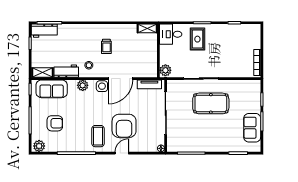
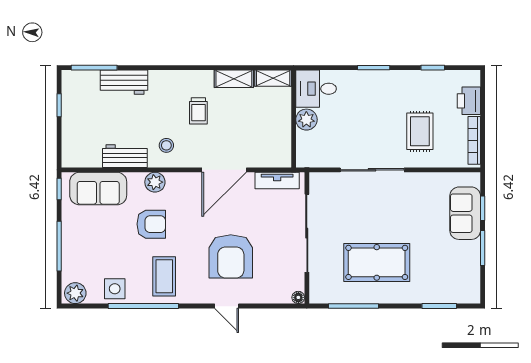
workbench: (44, 31) -> (124, 82), moved
rug: (197, 39) -> (420, 131), moved
printer: (254, 41) -> (469, 101), added
plant: (165, 70) -> (306, 120), moved
shelving: (42, 73) -> (234, 79), moved
side table: (102, 86) -> (115, 289), moved
pool table: (211, 103) -> (377, 262), moved
armchair: (55, 123) -> (151, 224), moved
sofa: (252, 128) -> (465, 213), moved
coffee table: (98, 136) -> (164, 276), moved
door: (122, 153) -> (227, 306), swing flipped

